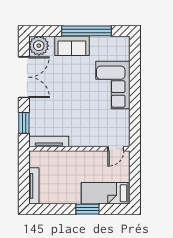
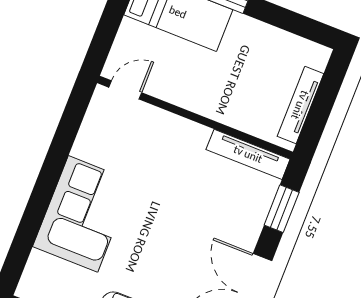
tv unit: (34, 186) -> (300, 105), moved

